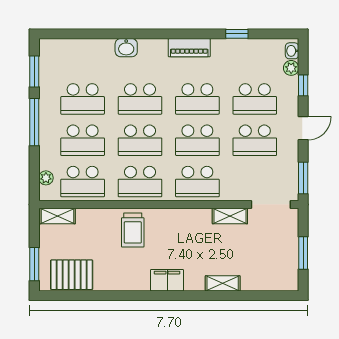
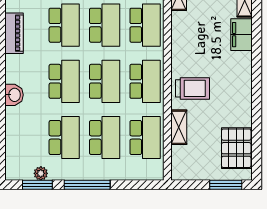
plant: (46, 178) -> (41, 173), moved
shelving: (57, 216) -> (179, 127), moved
filing cabinet: (167, 280) -> (242, 35), moved

